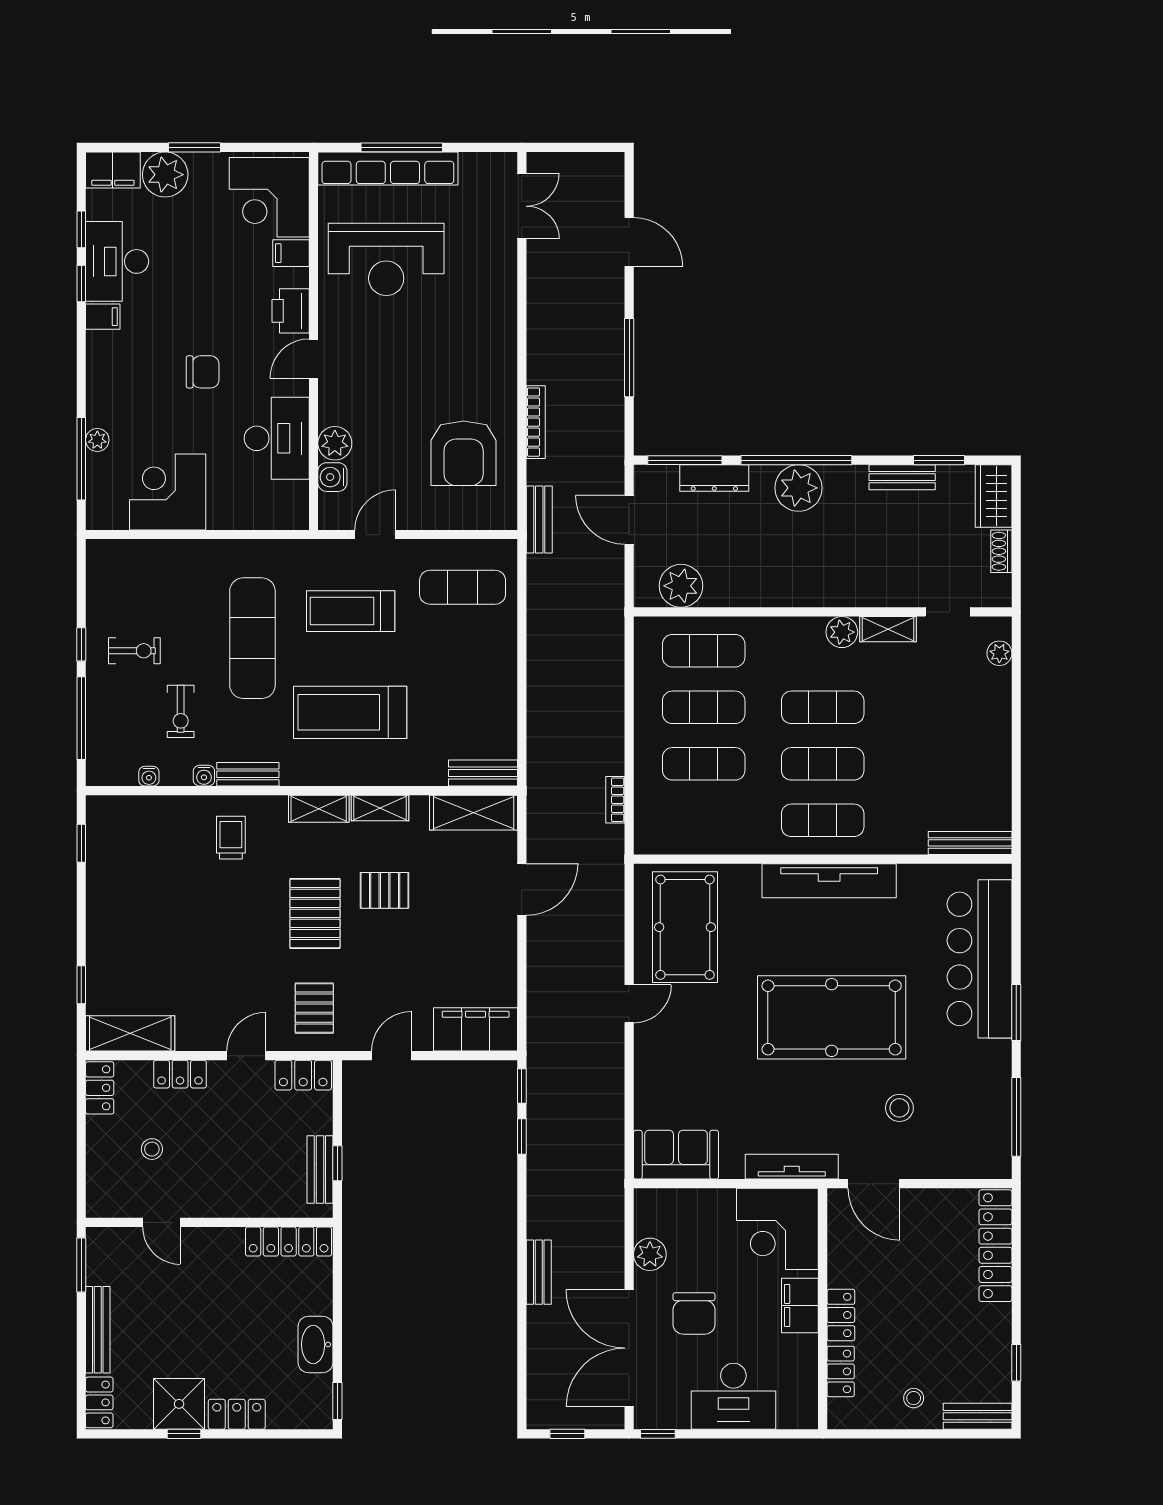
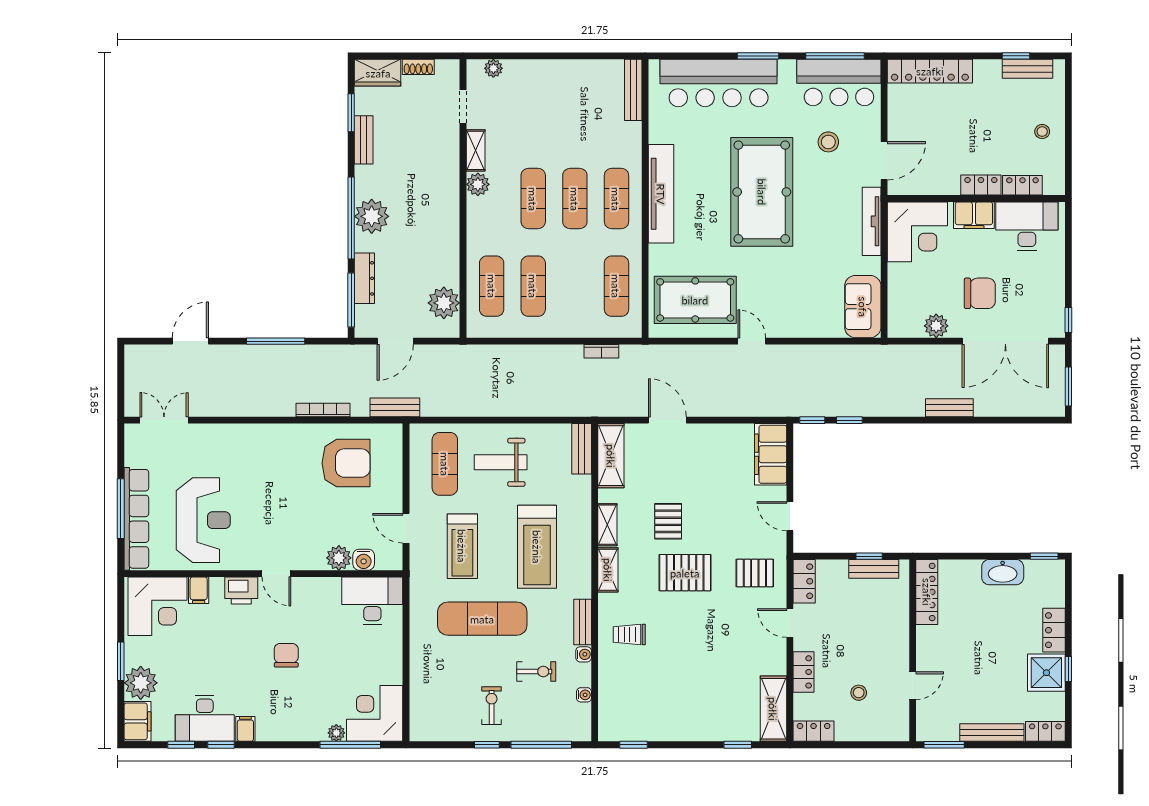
desk: (277, 438) -> (372, 601), moved
corner desk: (168, 492) -> (375, 713), moved, turned 90
weight bench: (465, 663) -> (501, 462), added
exercise mat: (704, 764) -> (616, 286), moved
bar counter: (980, 1122) -> (839, 83), added
desk: (733, 1396) -> (1027, 226), moved, turned -90
bench: (978, 1416) -> (1028, 69), moved, turned 90
window: (567, 1434) -> (1068, 387), width x1.50

